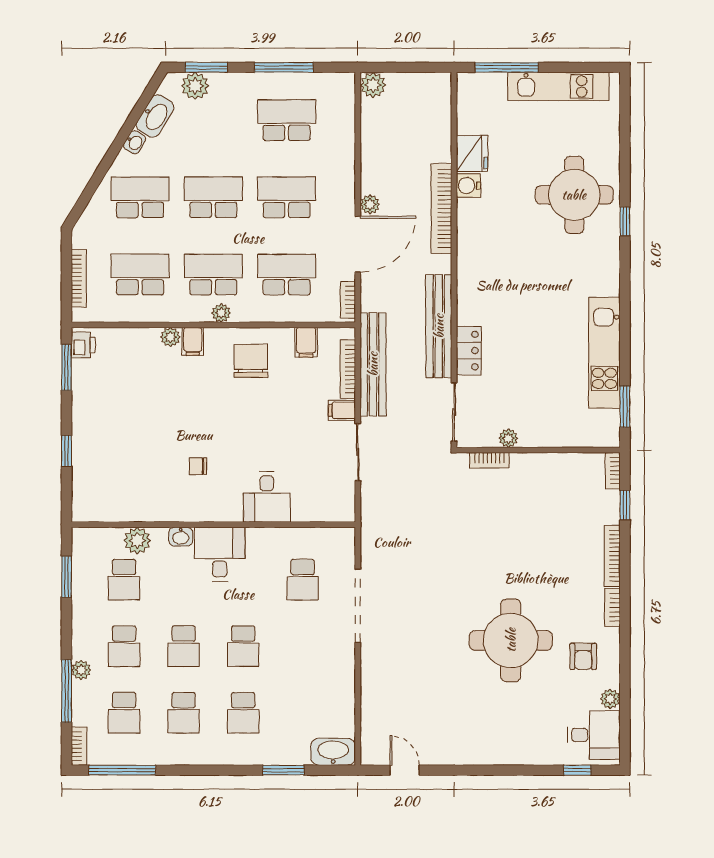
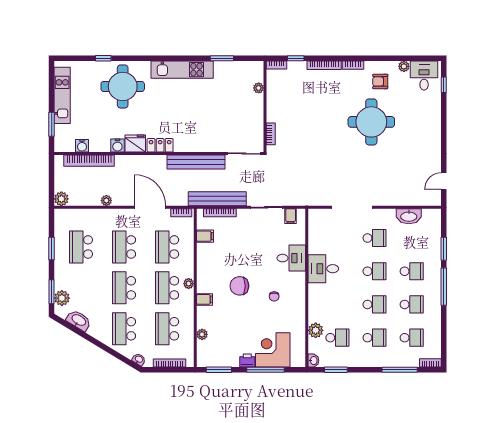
window: (284, 67) -> (52, 249), width x0.69
window: (507, 67) -> (52, 124), width x0.69
water cooler: (468, 122) -> (82, 146), added
washbasin: (134, 142) -> (139, 359), moved
fridge: (472, 153) -> (135, 144), moved
plant: (370, 204) -> (106, 200), moved
bookcase: (441, 209) -> (89, 161), moved
window: (625, 221) -> (103, 58), moved
plant: (170, 337) -> (202, 334), moved
printer: (83, 345) -> (247, 360), moved
locker: (469, 351) -> (160, 145), moved
kitchen unit: (604, 353) -> (182, 70), moved
chair: (251, 361) -> (239, 286), moved
window: (625, 407) -> (222, 58), moved
filing cabinet: (342, 410) -> (291, 216), moved
plant: (508, 438) -> (259, 88), moved
window: (67, 451) -> (266, 370), width x2.17
corner desk: (102, 464) -> (273, 350), added
washbasin: (181, 537) -> (313, 361), moved
desk: (220, 554) -> (323, 269), moved
school desk: (303, 580) -> (375, 238), moved
armchair: (583, 656) -> (380, 81), turned 180
plant: (81, 670) -> (388, 362), removed
washbasin: (333, 752) -> (409, 216), moved, turned -90
window: (122, 770) -> (444, 287), moved

